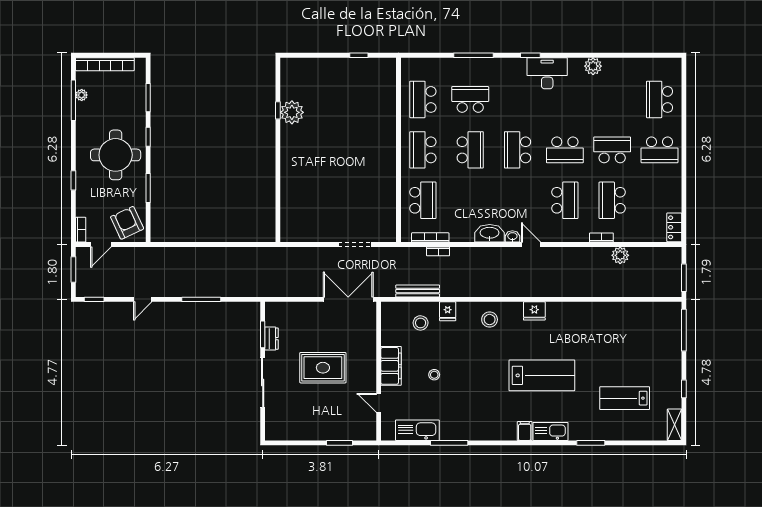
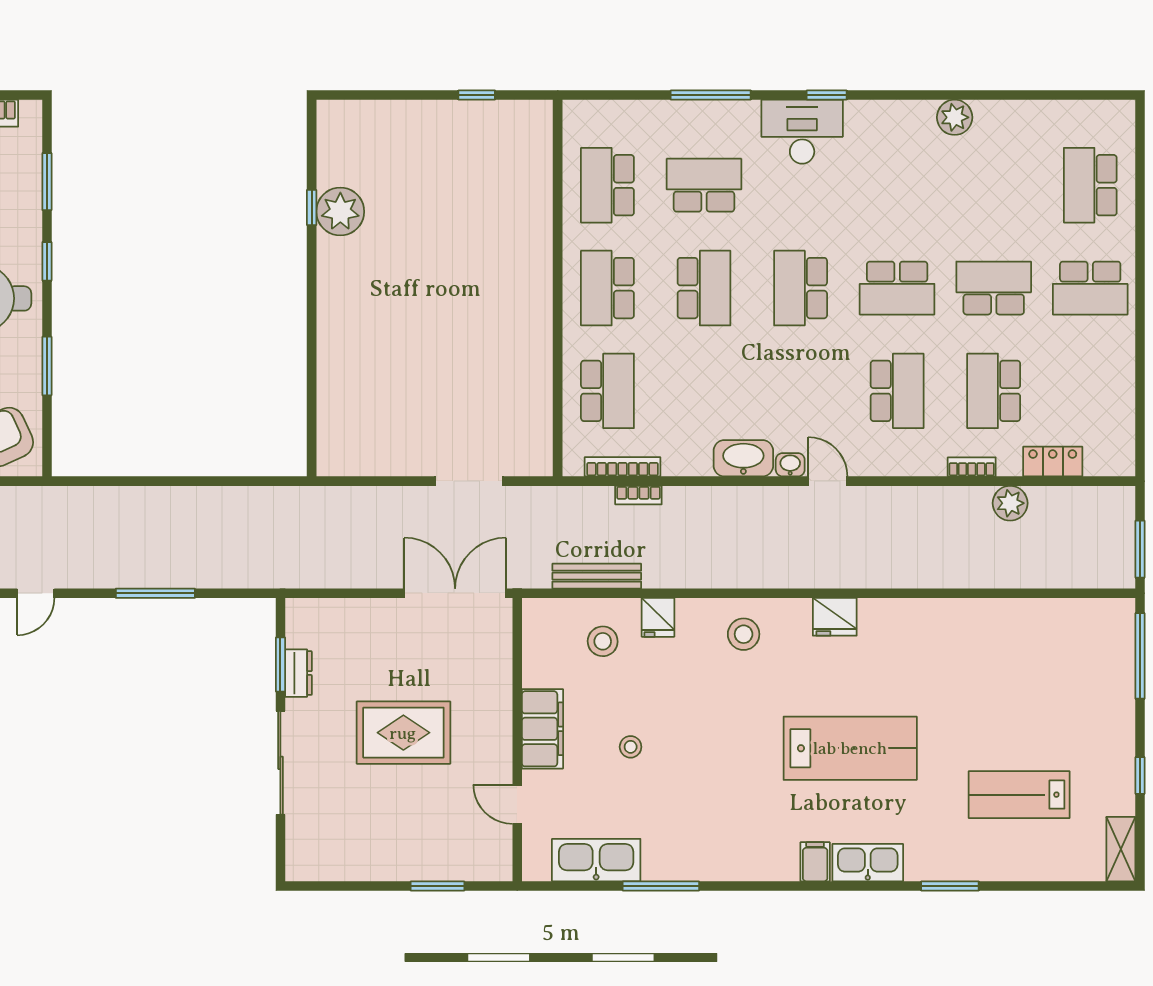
desk: (547, 73) -> (802, 132), moved
locker: (674, 227) -> (1053, 462), moved, turned 90

